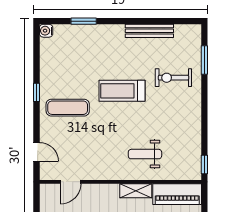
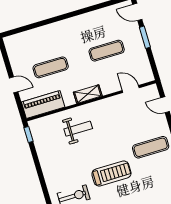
door: (71, 182) -> (131, 89), hinge flipped
shelving: (136, 191) -> (88, 94), moved

